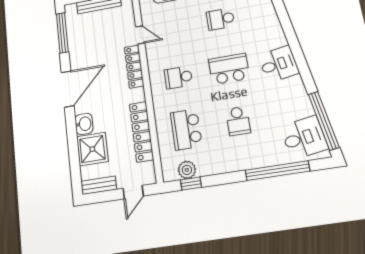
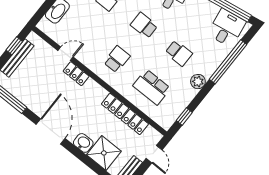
locker: (134, 66) -> (76, 74), width x0.66
school desk: (229, 69) -> (144, 25), width x0.54
school desk: (178, 77) -> (117, 59), turned 180
plant: (187, 170) -> (198, 82), moved

